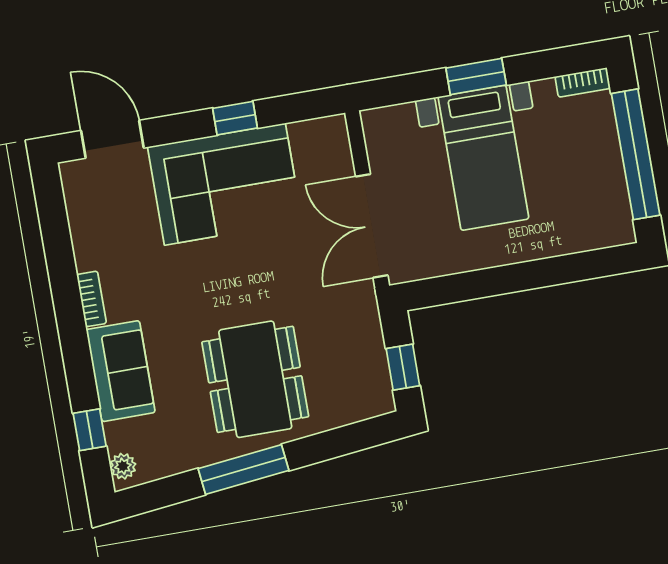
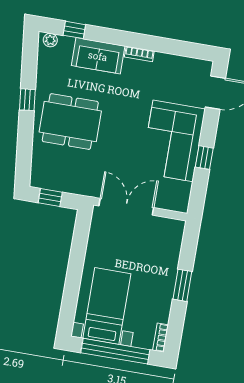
bed with nightstands: (483, 158) -> (107, 306), moved, turned 90
window: (244, 469) -> (27, 100), width x0.46

